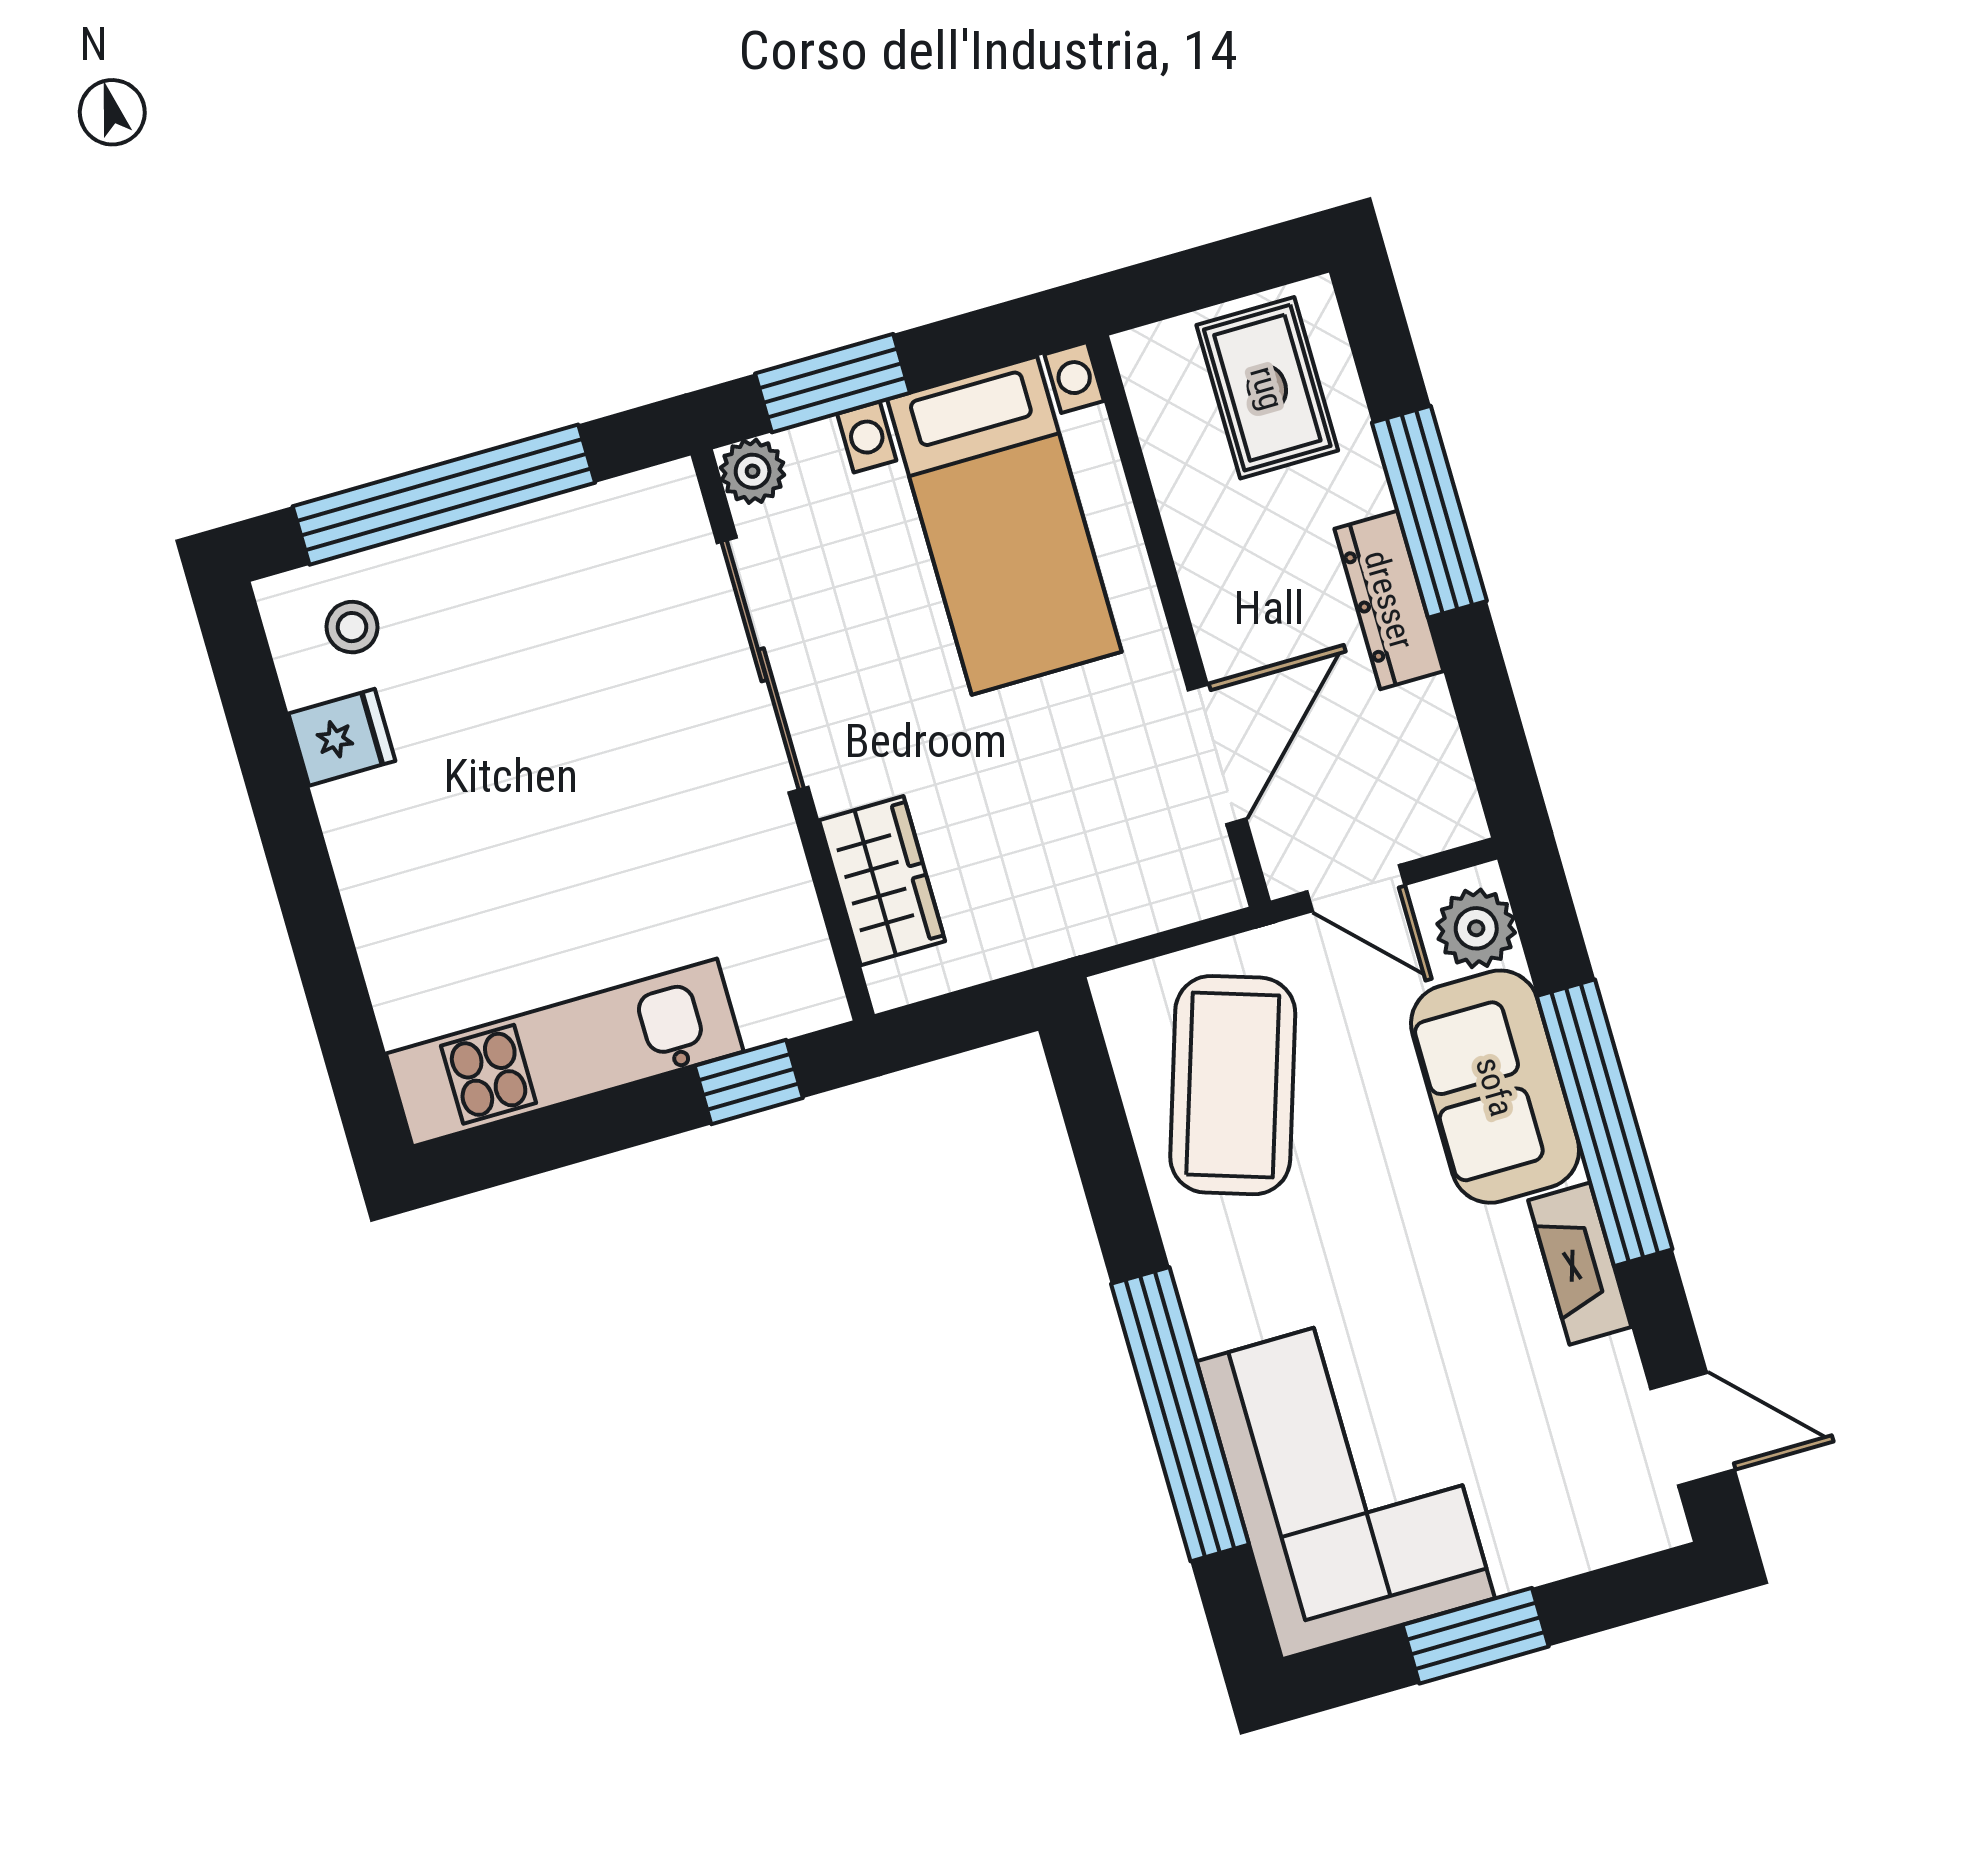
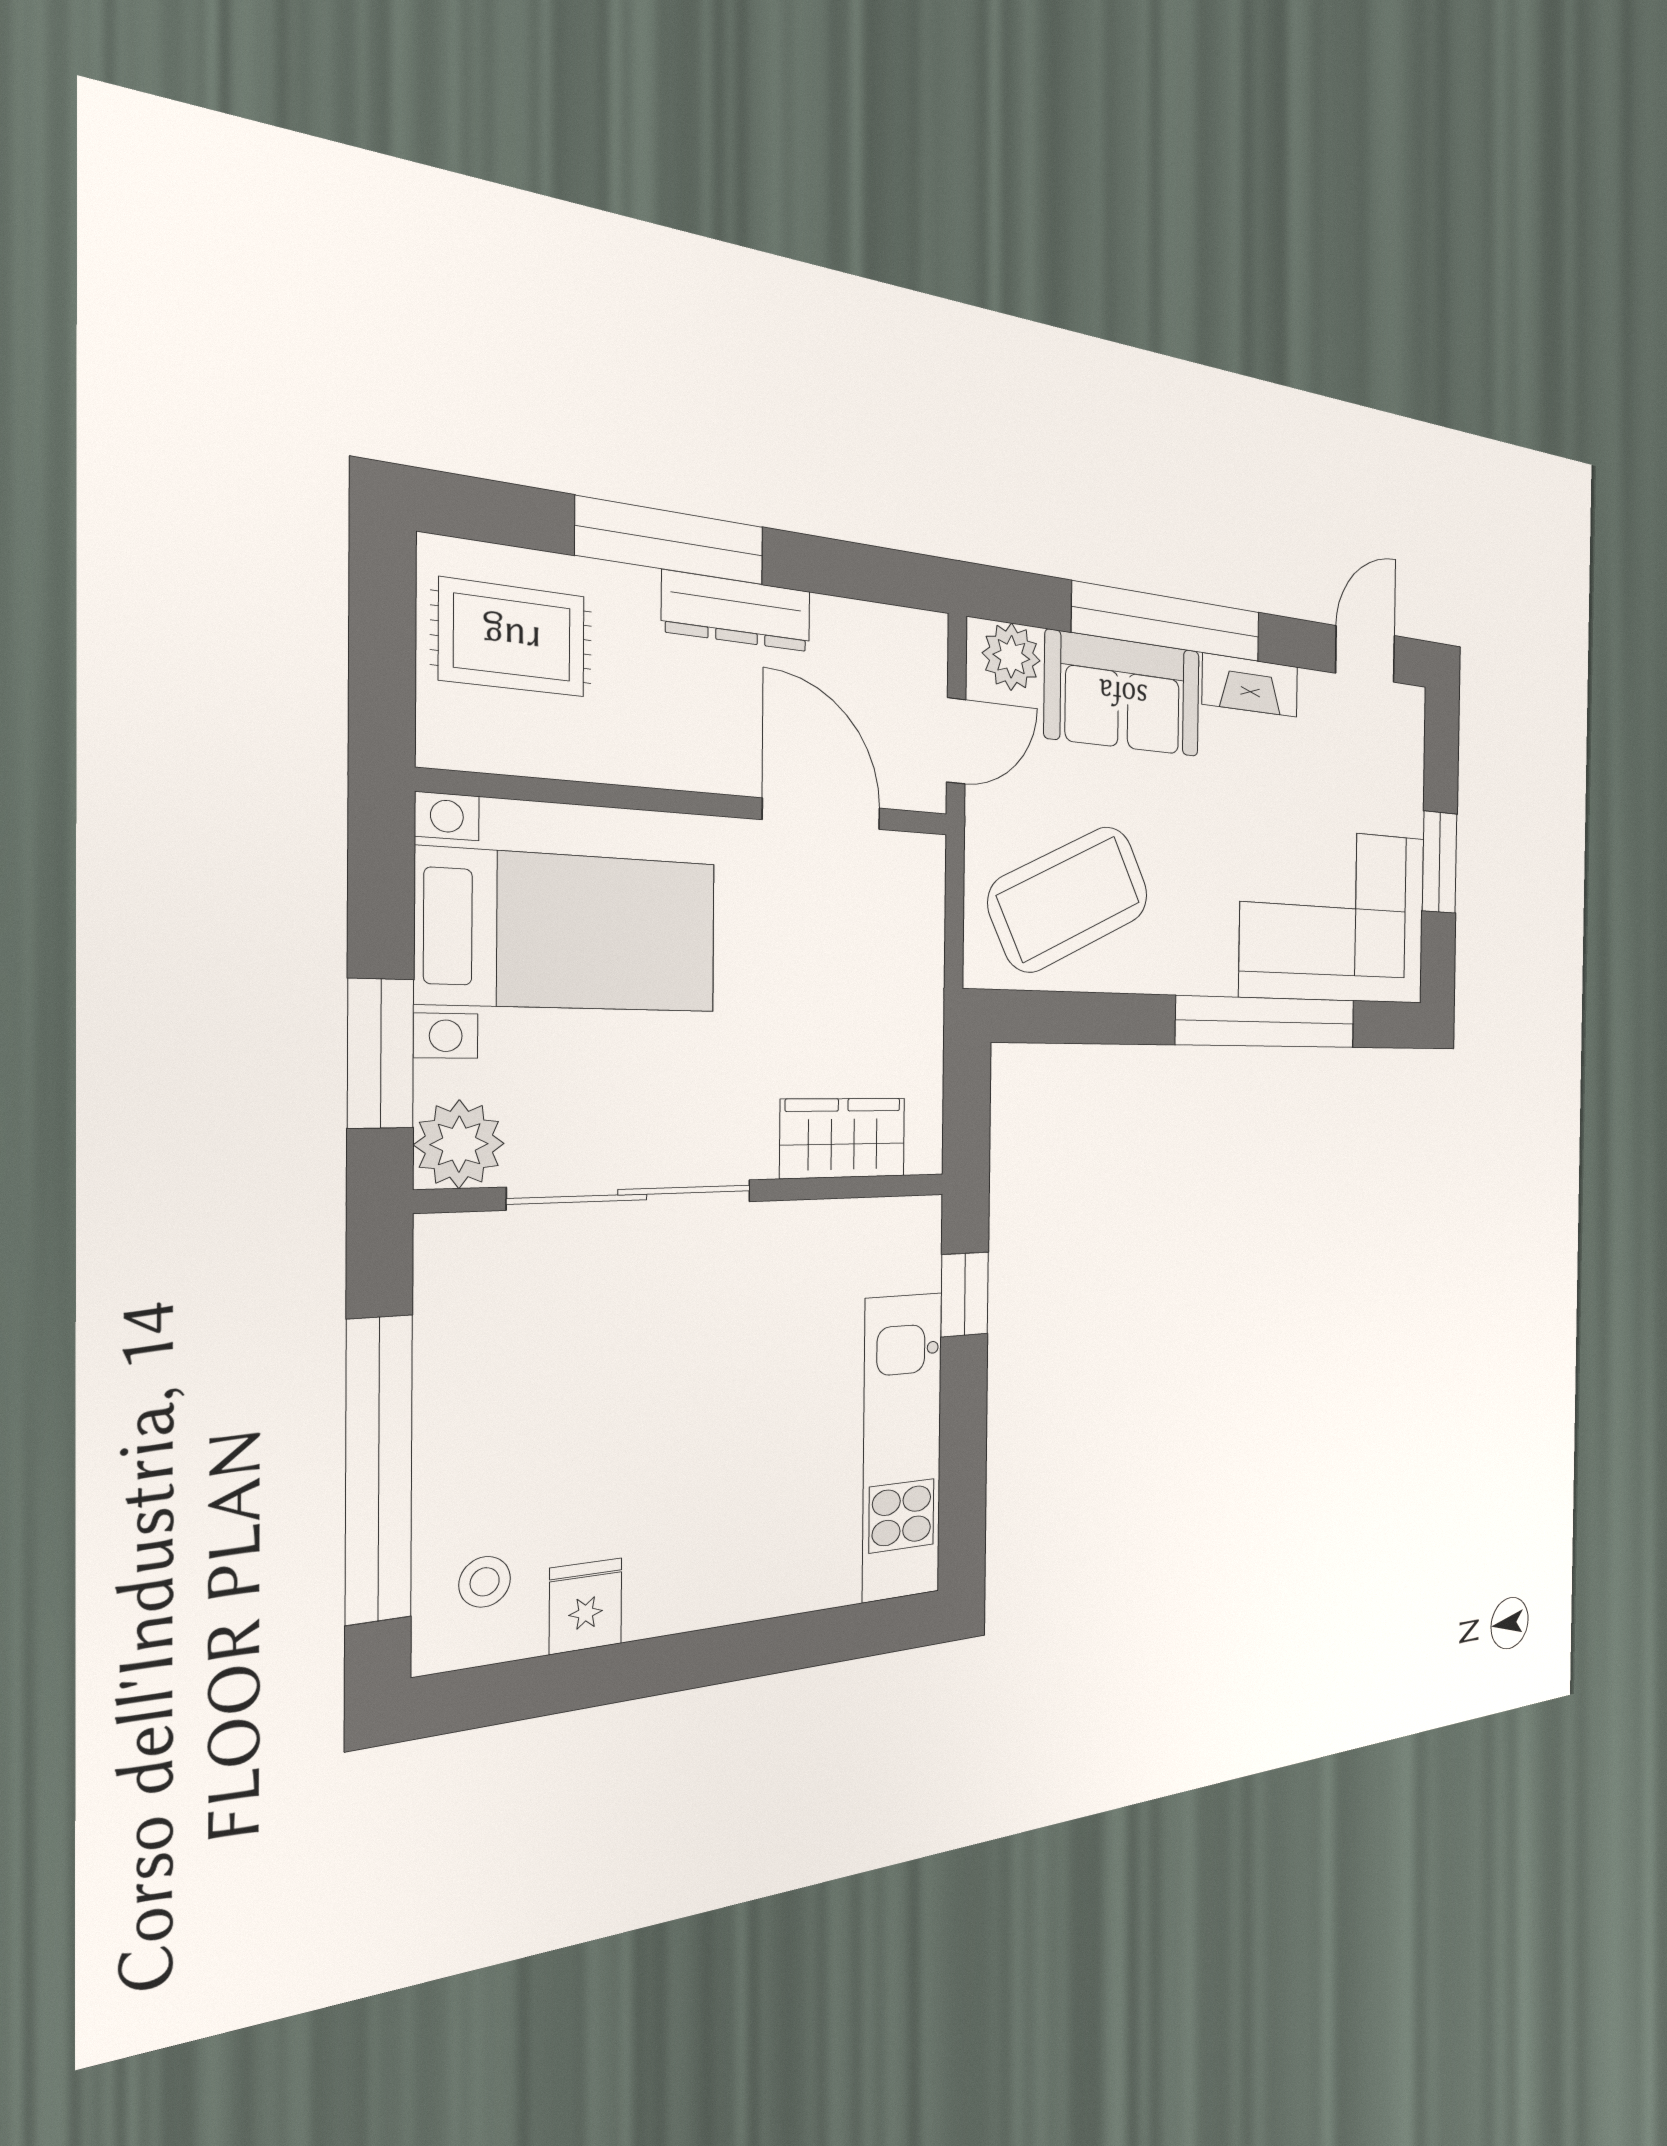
plant: (753, 471) -> (459, 1144), width x1.38, depth x1.38
coffee table: (1233, 1085) -> (1069, 899), turned -44

